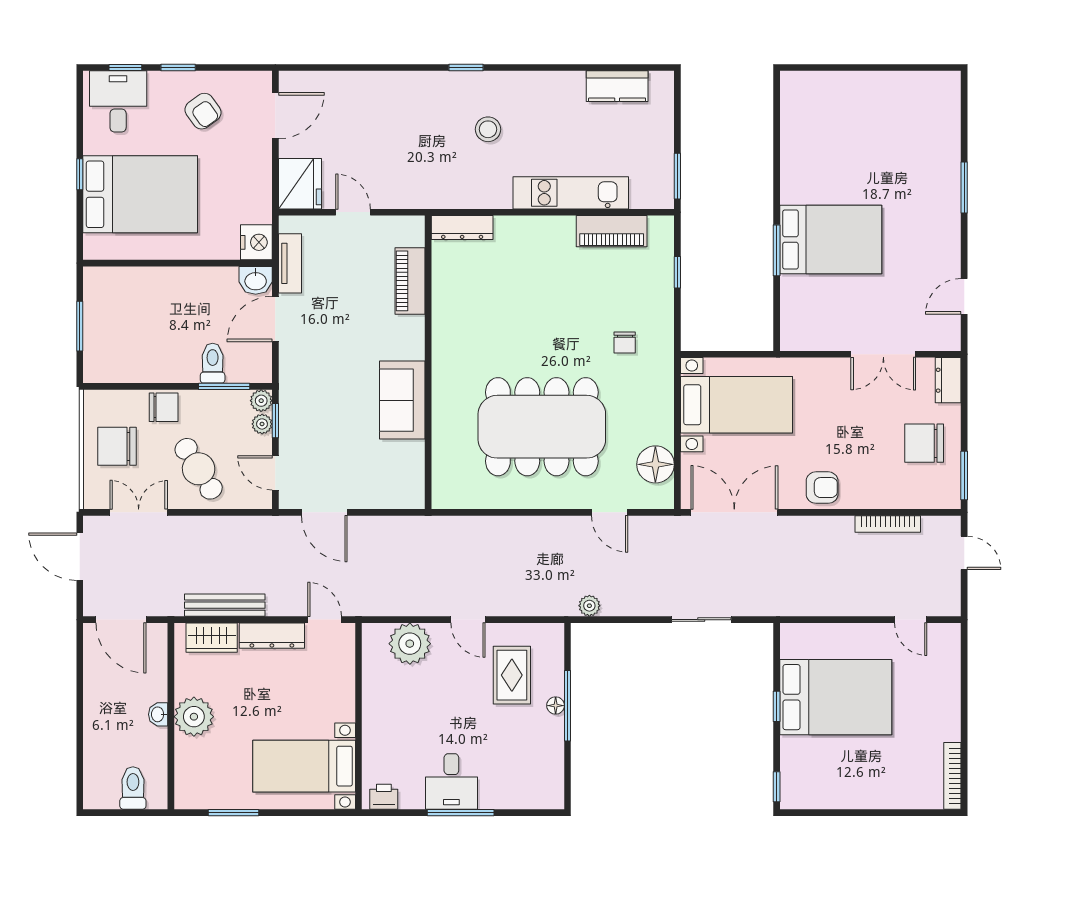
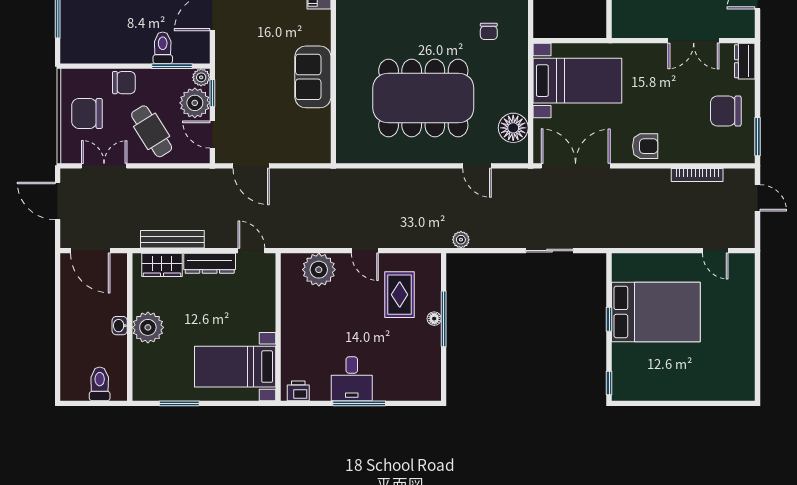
plant: (262, 424) -> (195, 103), width x1.87, depth x1.87
bookcase: (952, 776) -> (748, 374), removed

